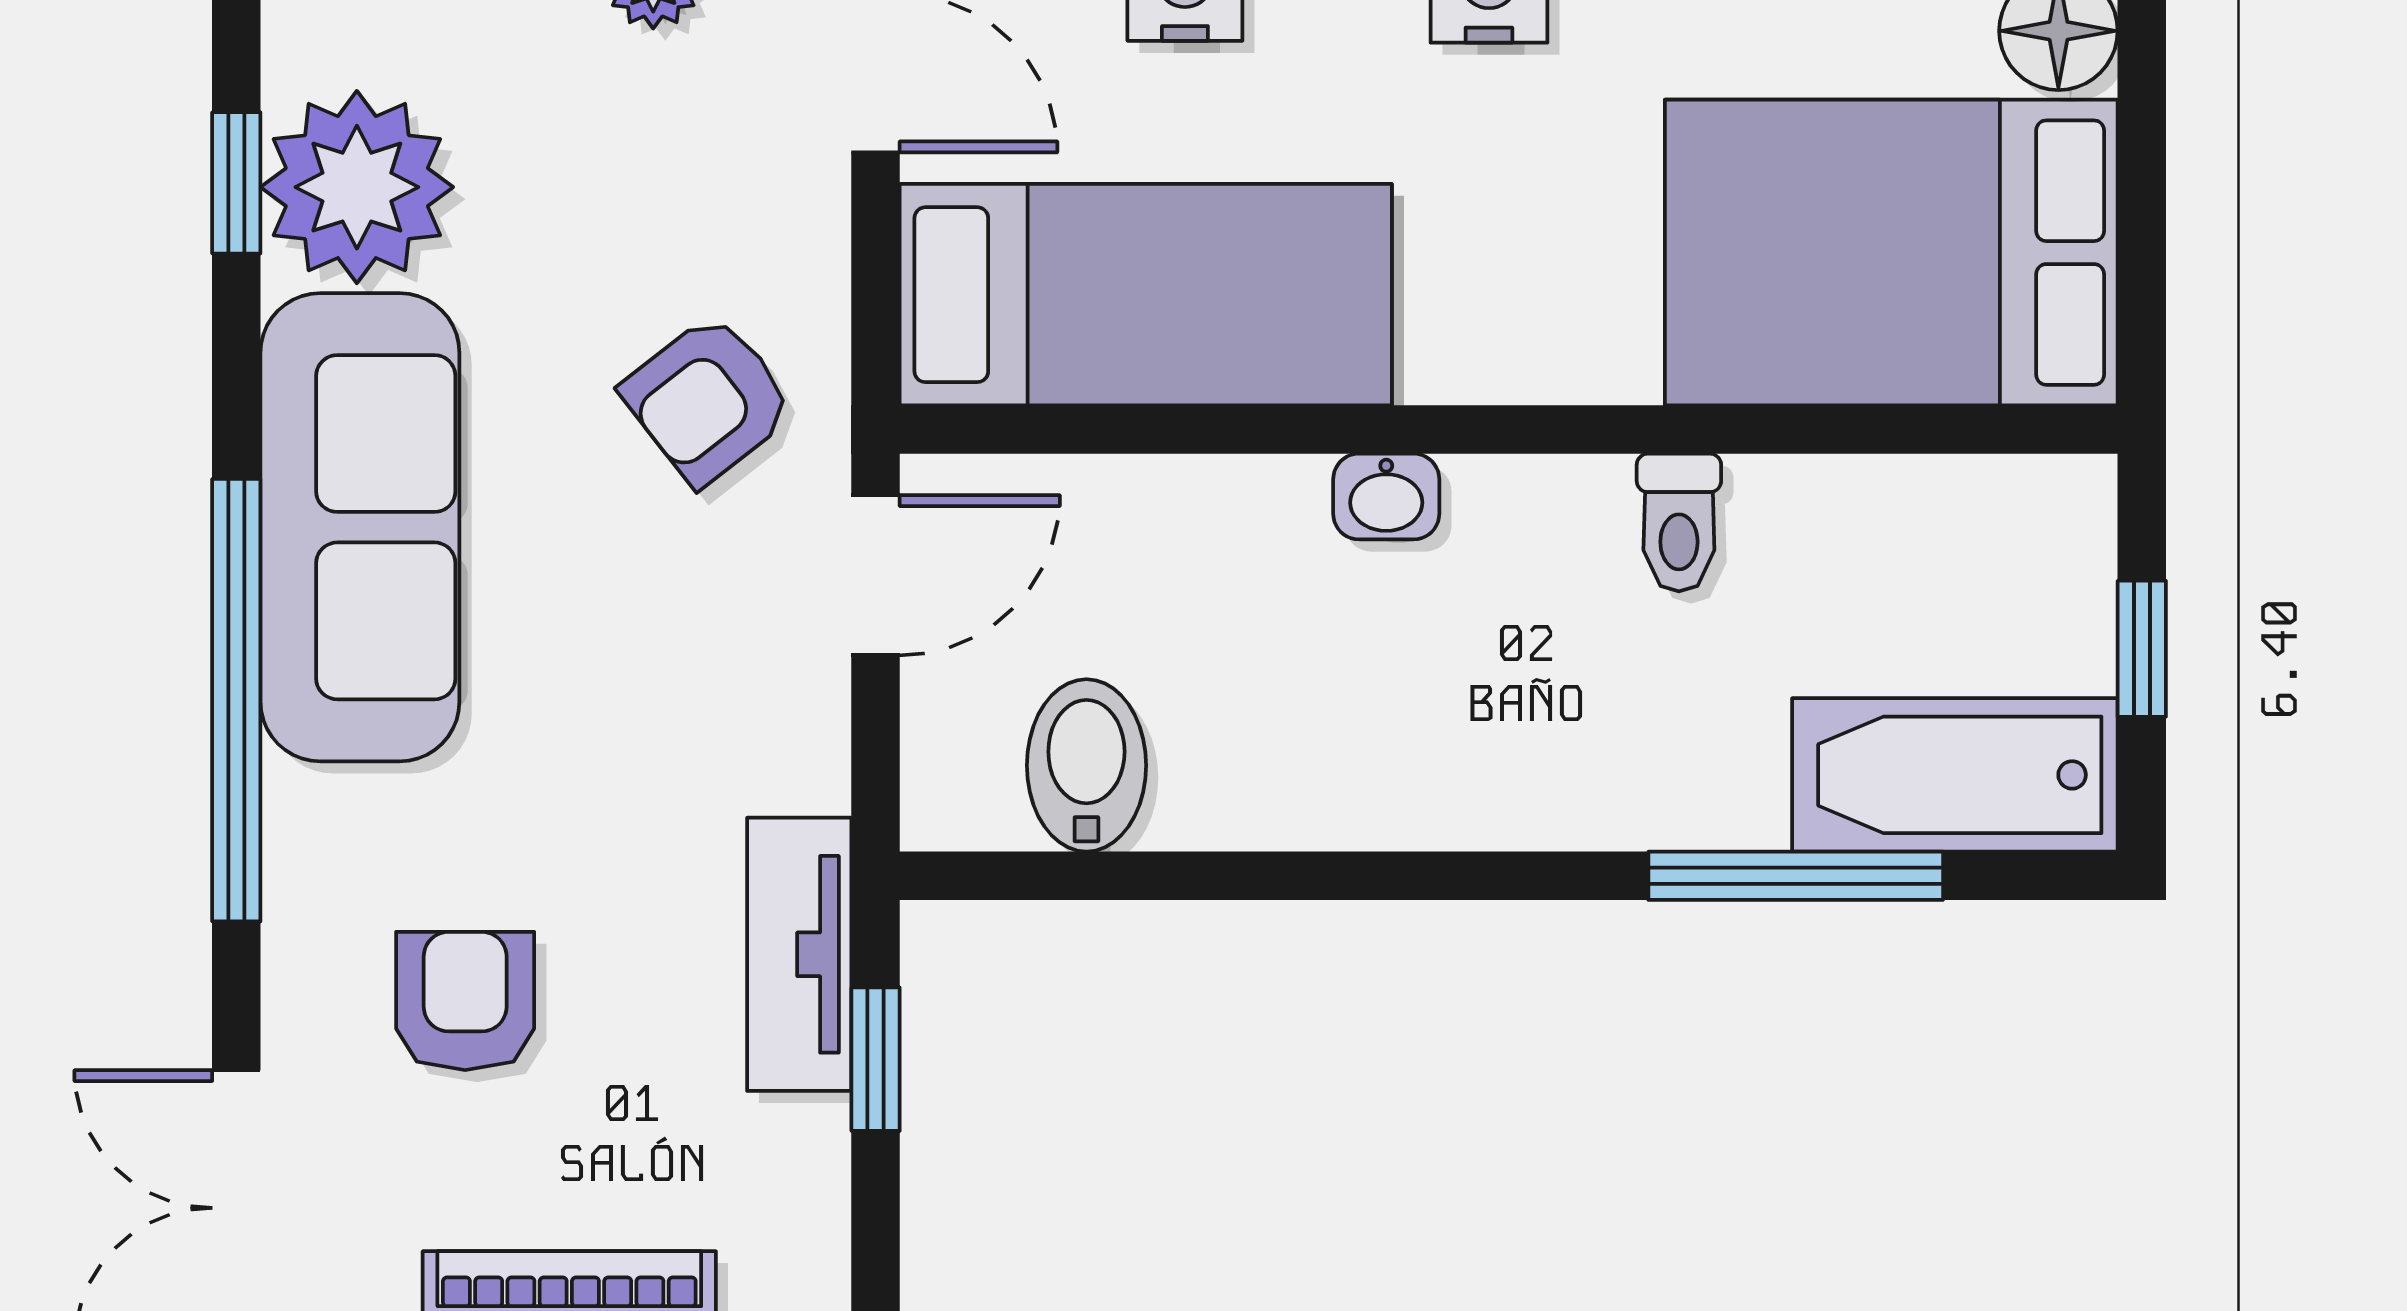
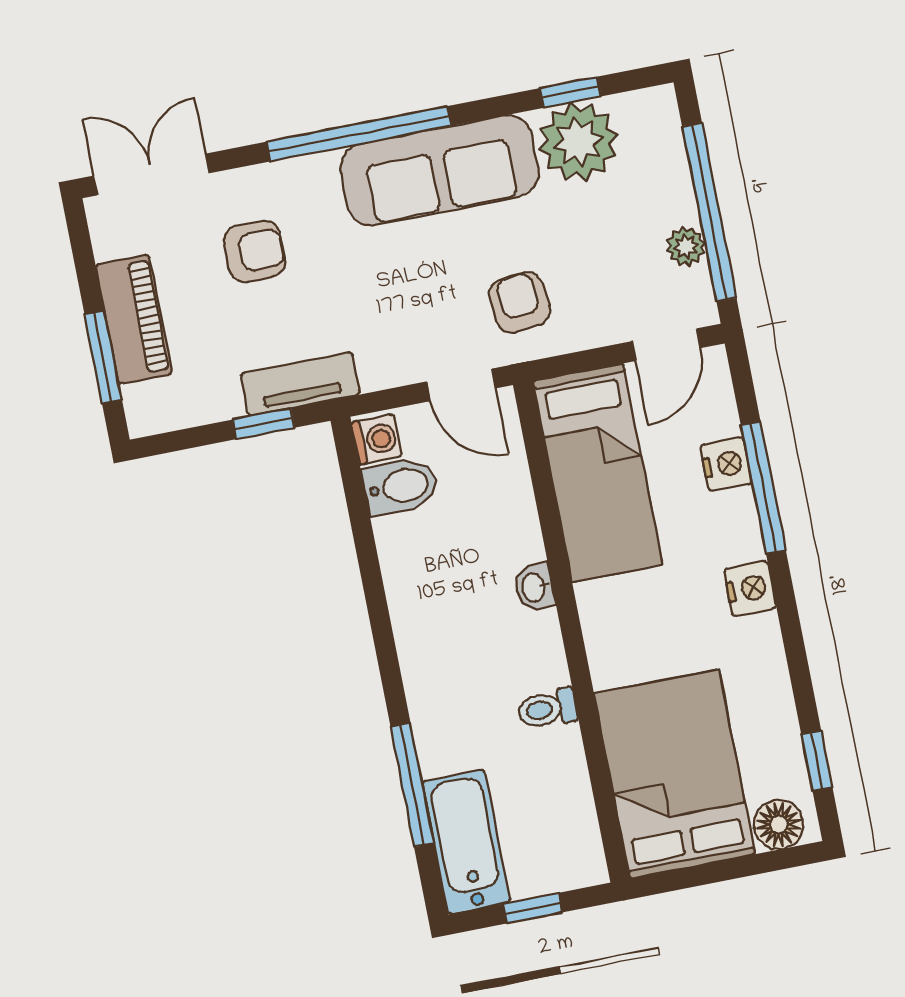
armchair: (708, 400) -> (520, 302), turned 32
washing machine: (965, 799) -> (377, 439), added

